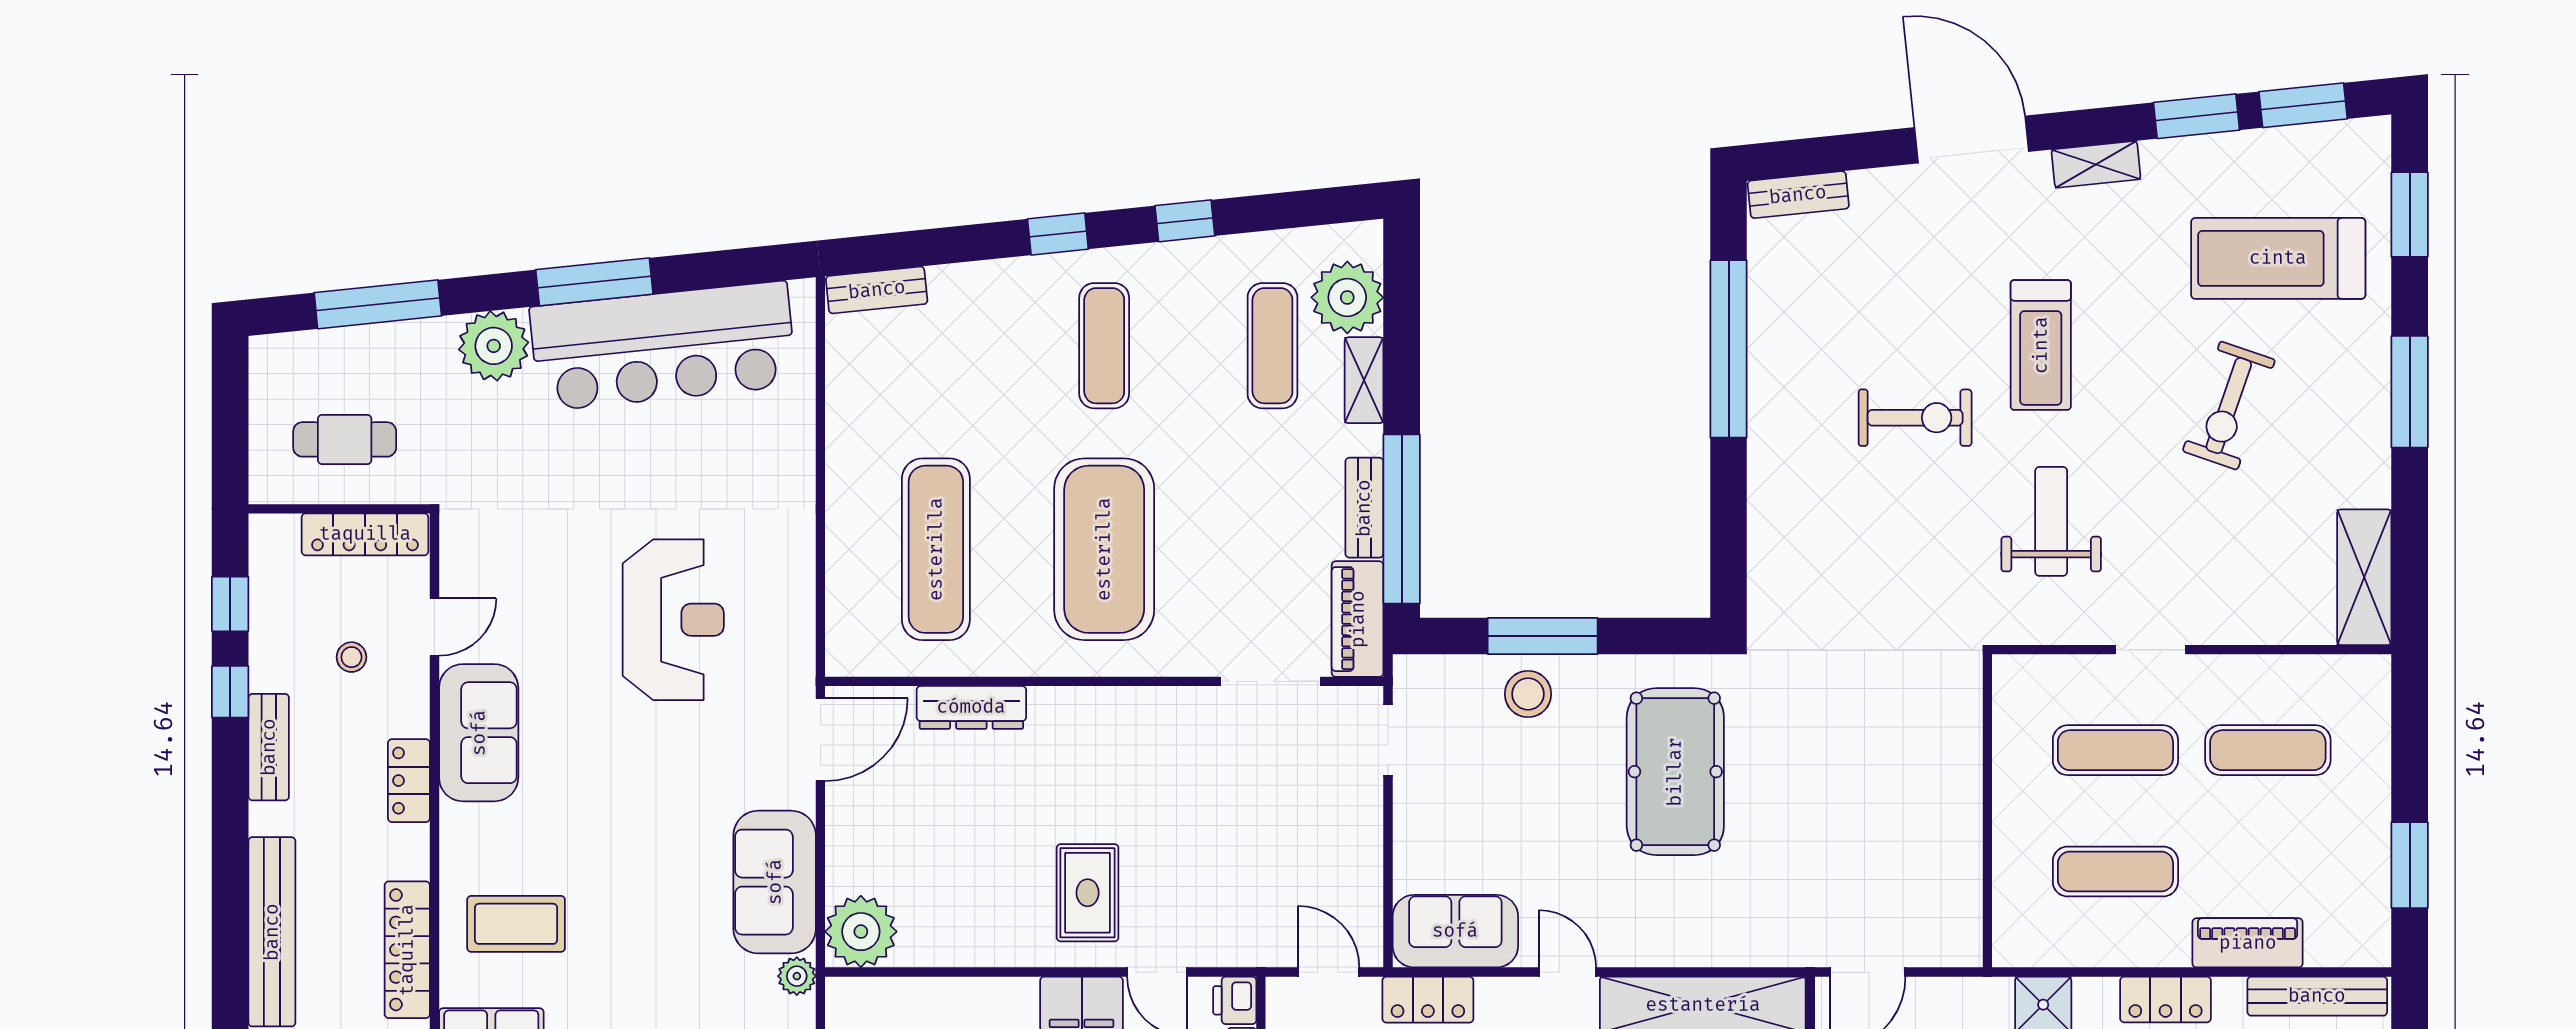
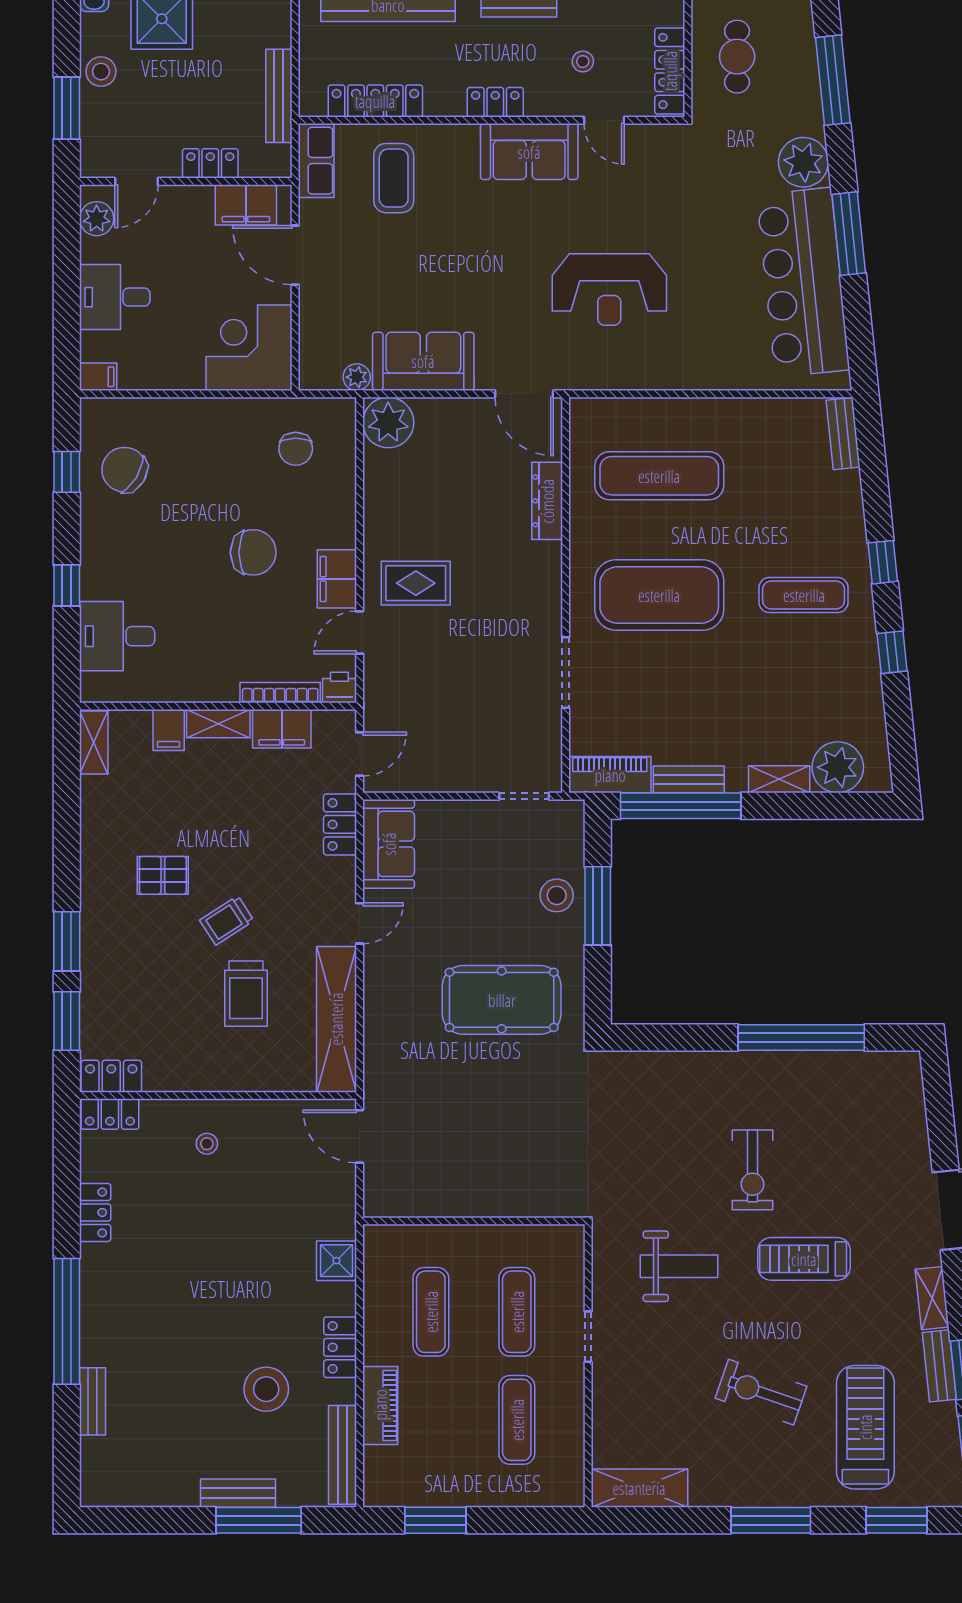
bench: (1798, 195) -> (939, 1366), moved
exercise mat: (1272, 346) -> (804, 714), removed
doorway: (1271, 681) -> (566, 673), moved

